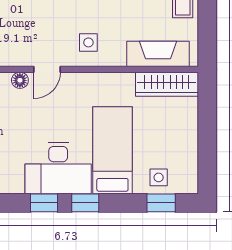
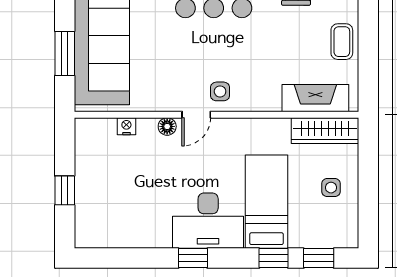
side table: (88, 42) -> (220, 91), moved
side table: (159, 177) -> (331, 188), moved
window: (85, 203) -> (274, 258), moved

